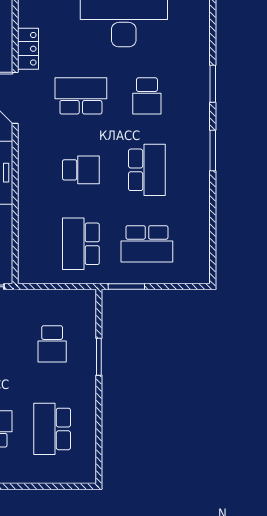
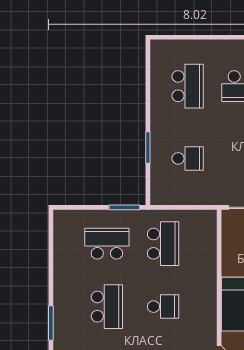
school desk: (81, 170) -> (163, 307), turned 180
school desk: (147, 170) -> (107, 307), turned 180
school desk: (52, 344) -> (188, 158), turned 90

